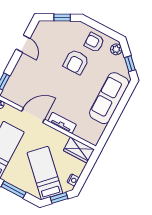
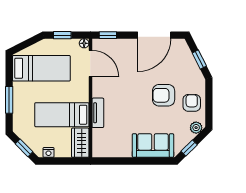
door: (23, 44) -> (154, 35), width x1.88
sofa: (109, 98) -> (153, 145), width x0.73
door: (33, 115) -> (90, 63), moved
bed: (45, 173) -> (62, 115), moved, turned -135

